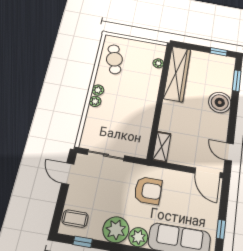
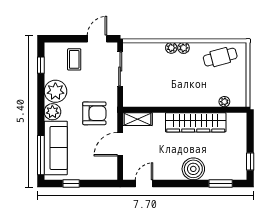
wardrobe: (177, 74) -> (196, 122), moved
door: (208, 173) -> (120, 144), moved
armchair: (148, 191) -> (94, 113), turned -90
coffee table: (75, 219) -> (74, 59), moved

